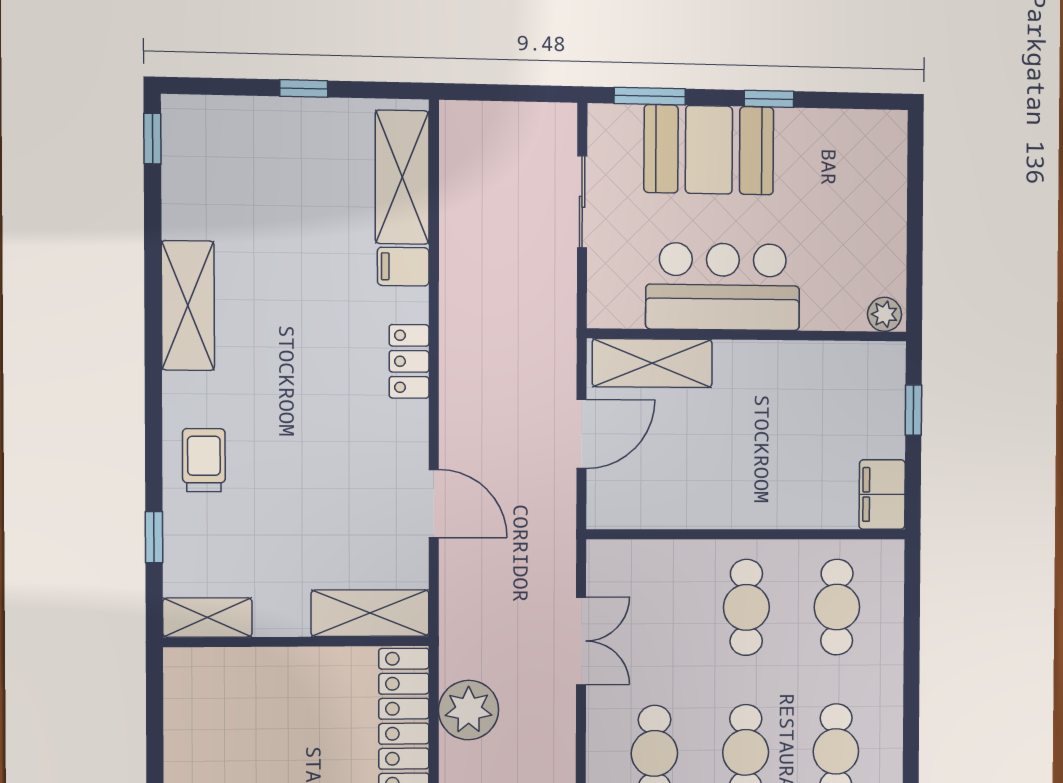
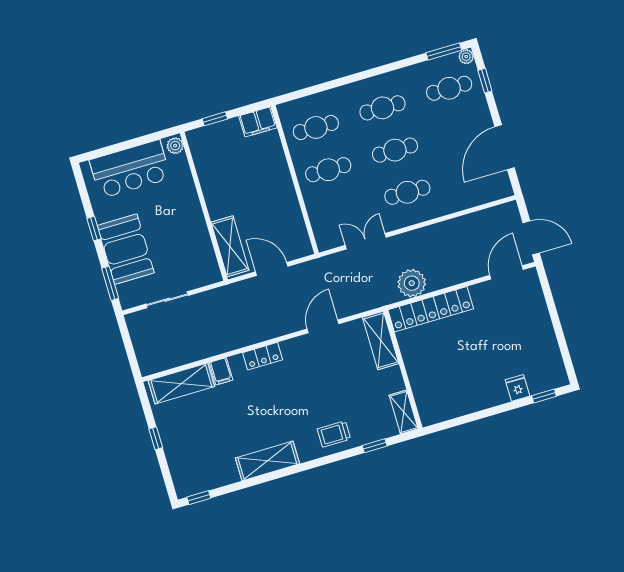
bar counter: (723, 287) -> (130, 169), moved, turned -90

